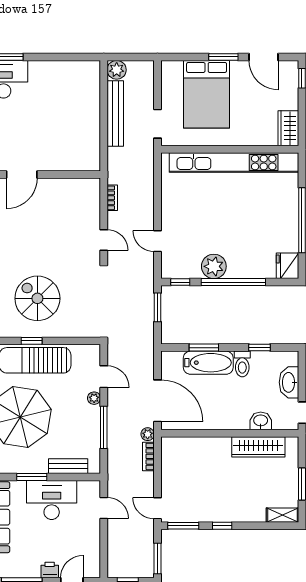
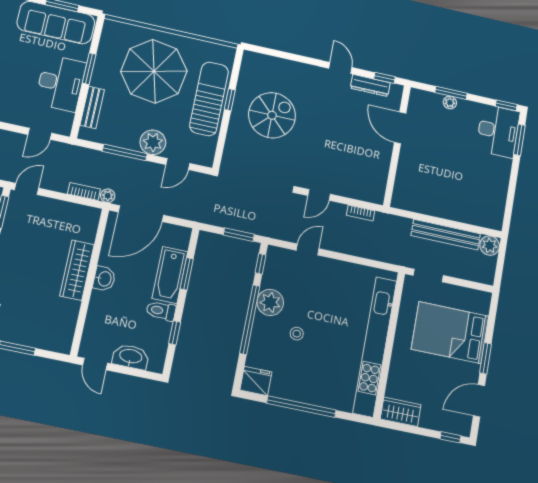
stool: (237, 237) -> (297, 334), added
plant: (94, 398) -> (153, 142), width x1.88, depth x1.88
washbasin: (261, 421) -> (104, 279), moved
wardrobe: (258, 447) -> (77, 270), moved

